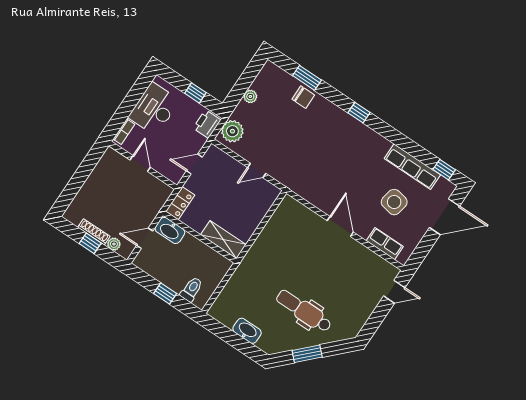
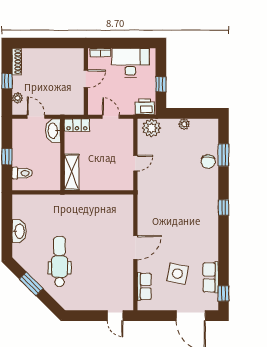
row of seats: (412, 167) -> (211, 277), width x0.68
door: (257, 170) -> (135, 163), swing flipped
shoe rack: (94, 232) -> (17, 62), moved

